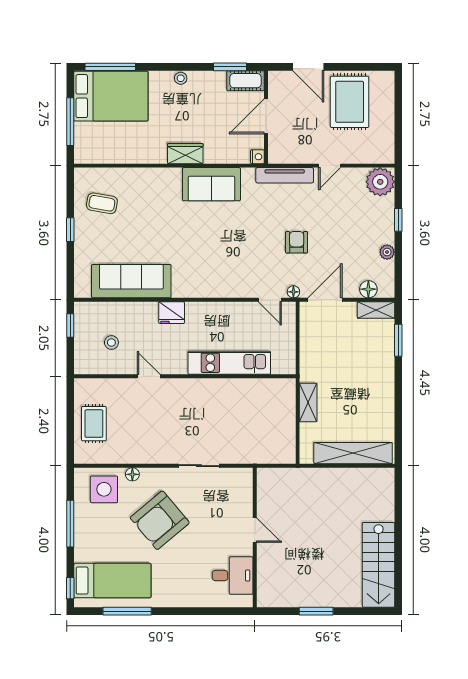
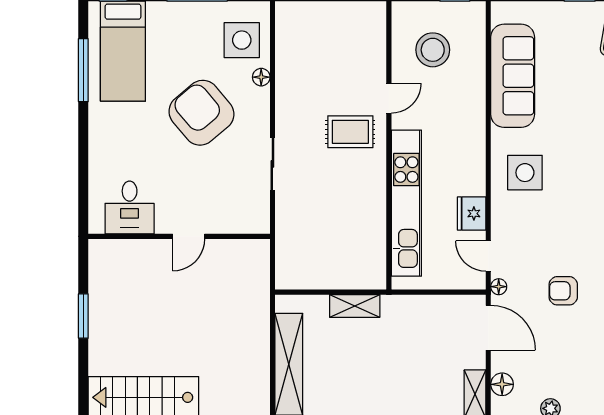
armchair: (297, 242) -> (563, 291), turned 180
side table: (206, 272) -> (525, 173), added
door: (270, 300) -> (488, 256), hinge flipped
fridge: (172, 313) -> (472, 213), moved
stool: (111, 343) -> (433, 50), width x1.89, depth x1.89
kitchen unit: (229, 363) -> (406, 203), width x1.36
rug: (94, 424) -> (350, 132), moved

